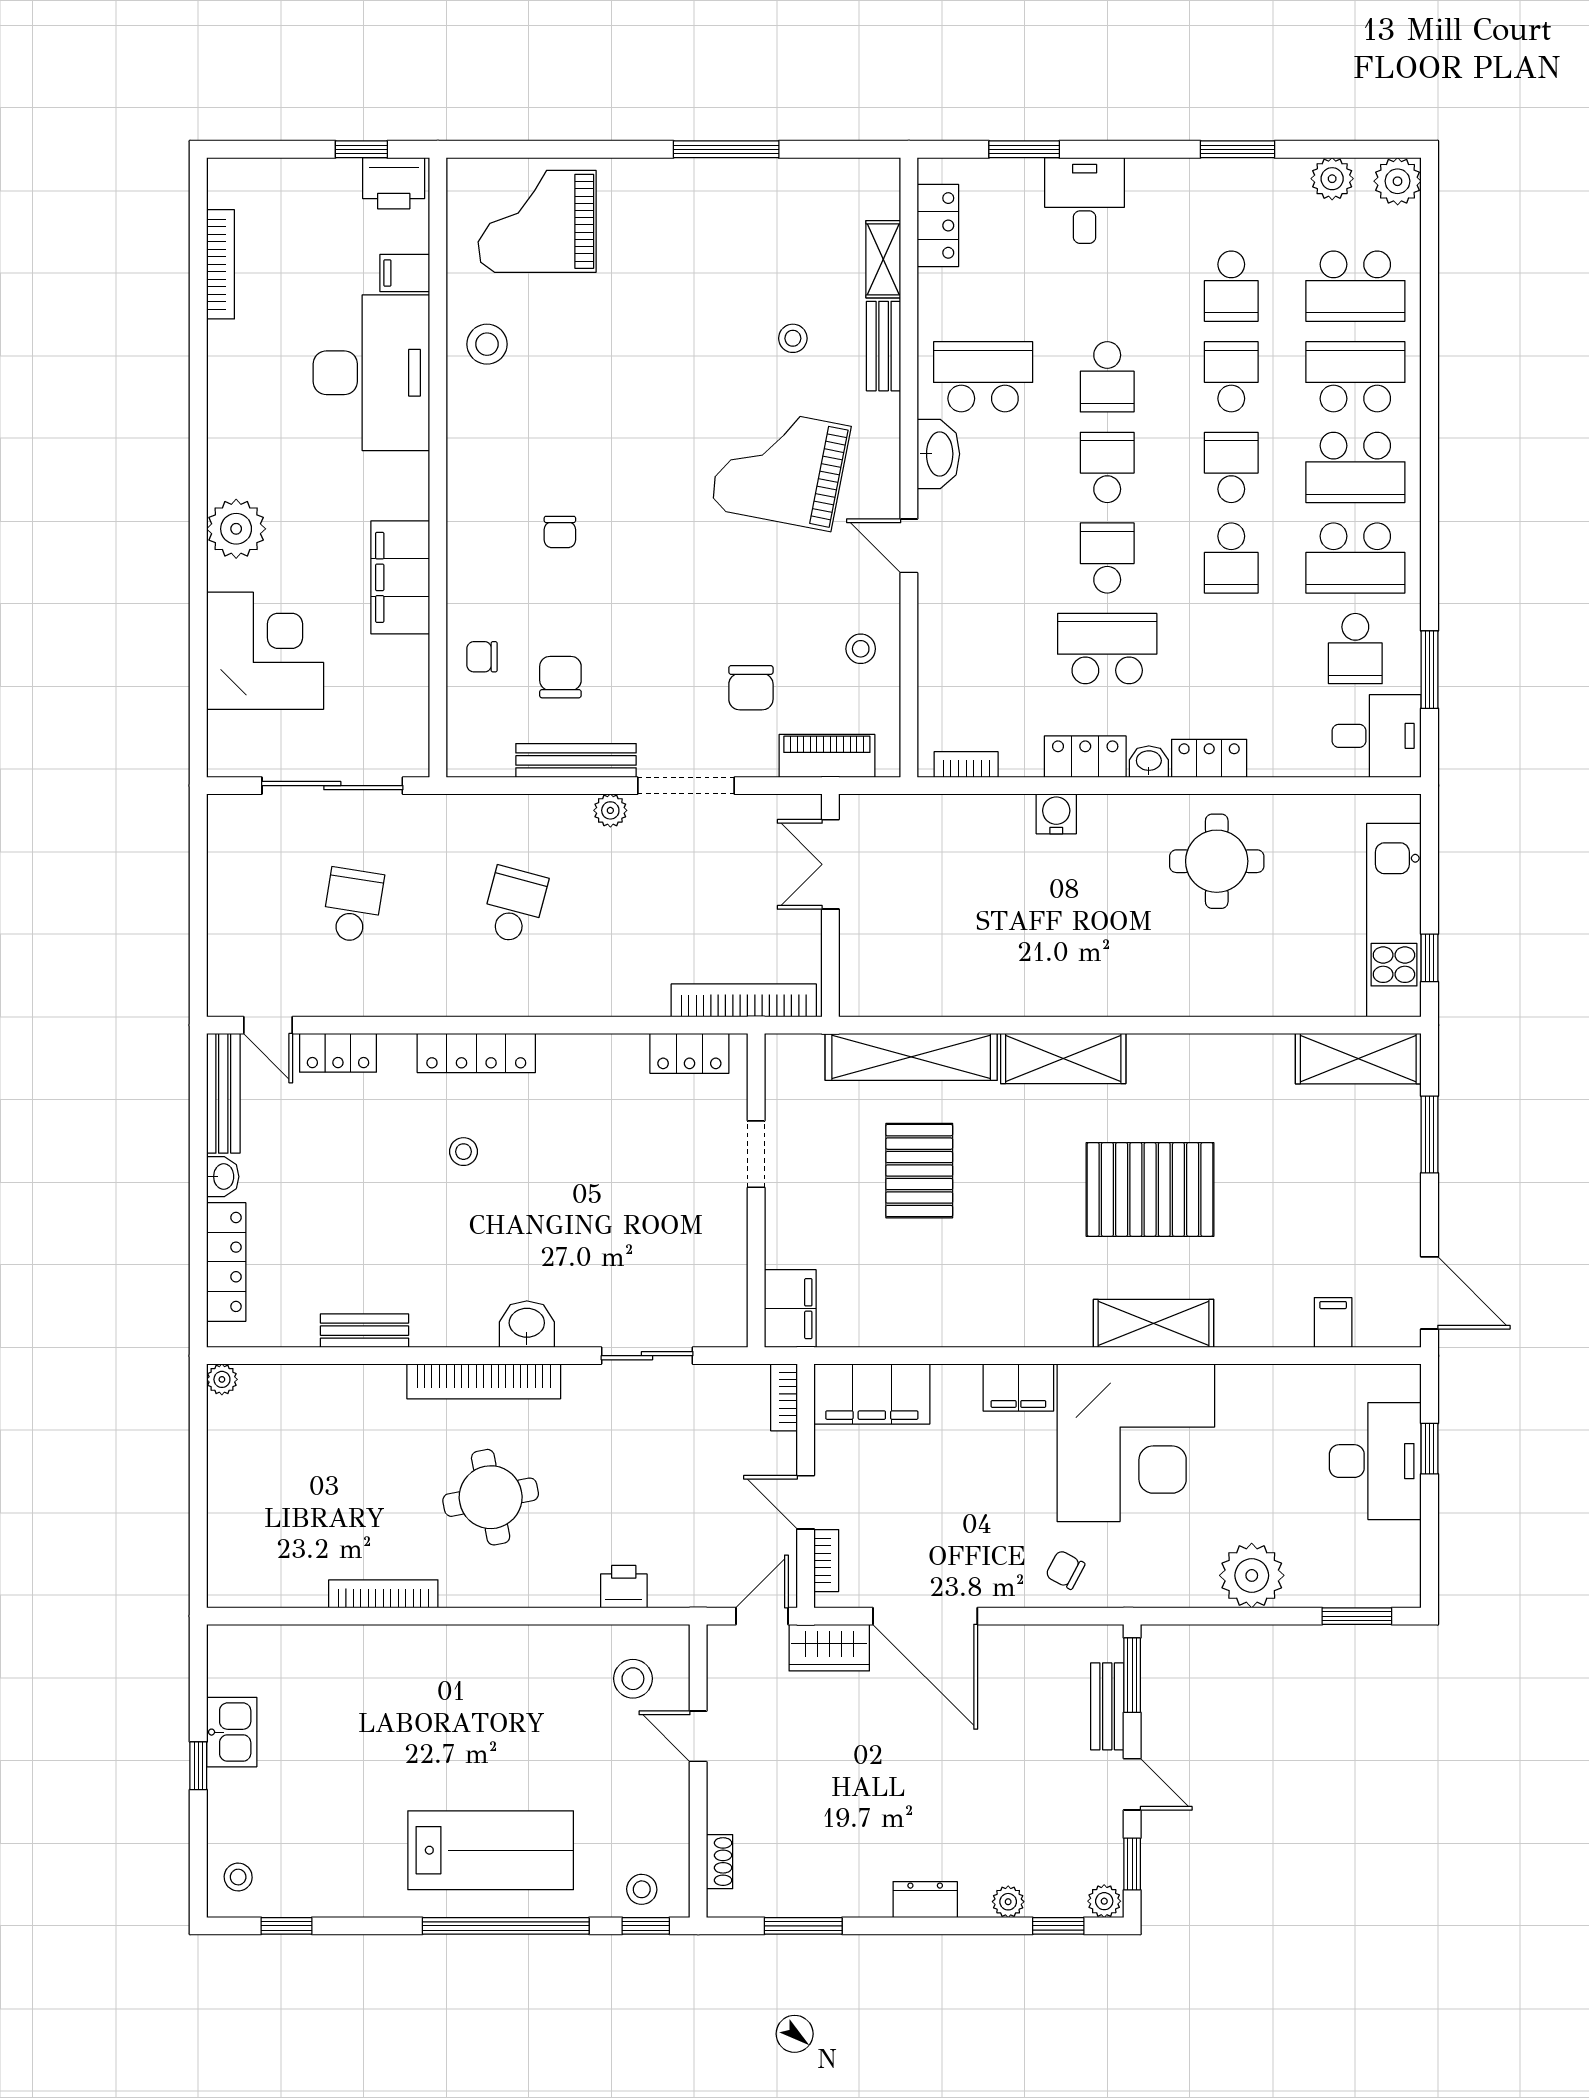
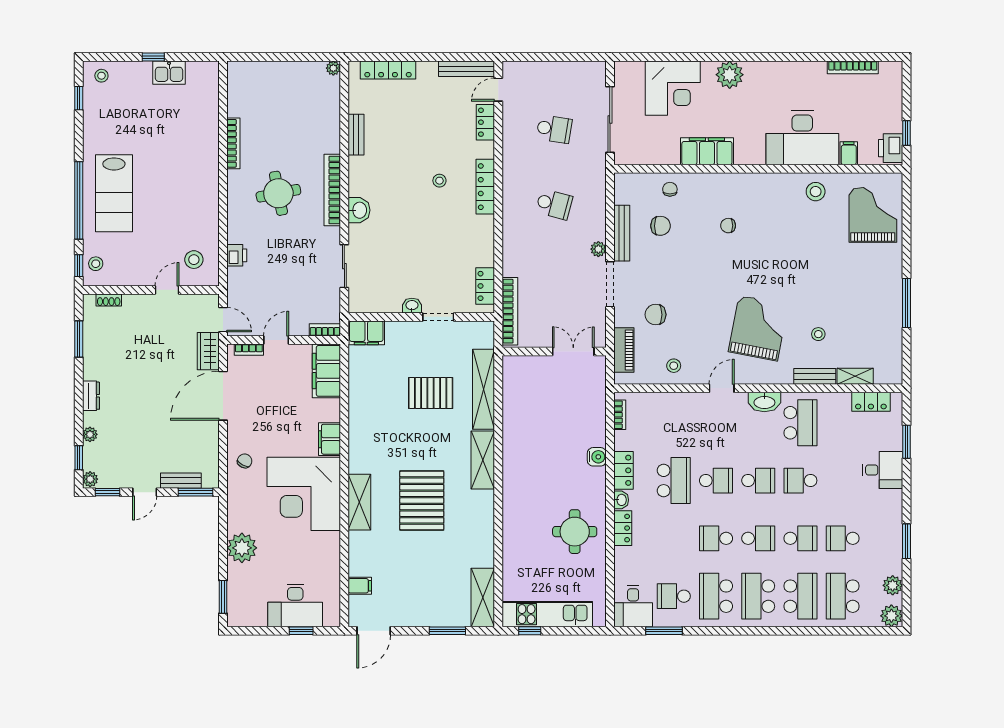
washbasin: (223, 1177) -> (412, 306), moved, turned 180

